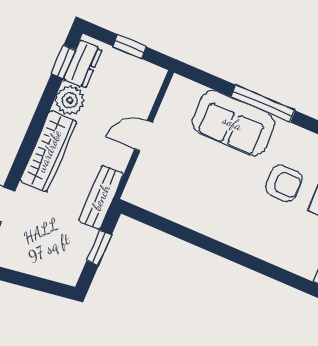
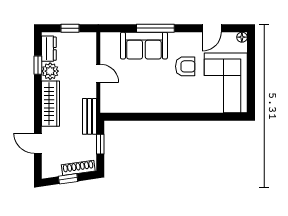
window: (63, 62) -> (38, 65), moved
door: (144, 136) -> (98, 73), swing flipped
shoe rack: (49, 270) -> (78, 168), added
window: (26, 280) -> (68, 179), added

